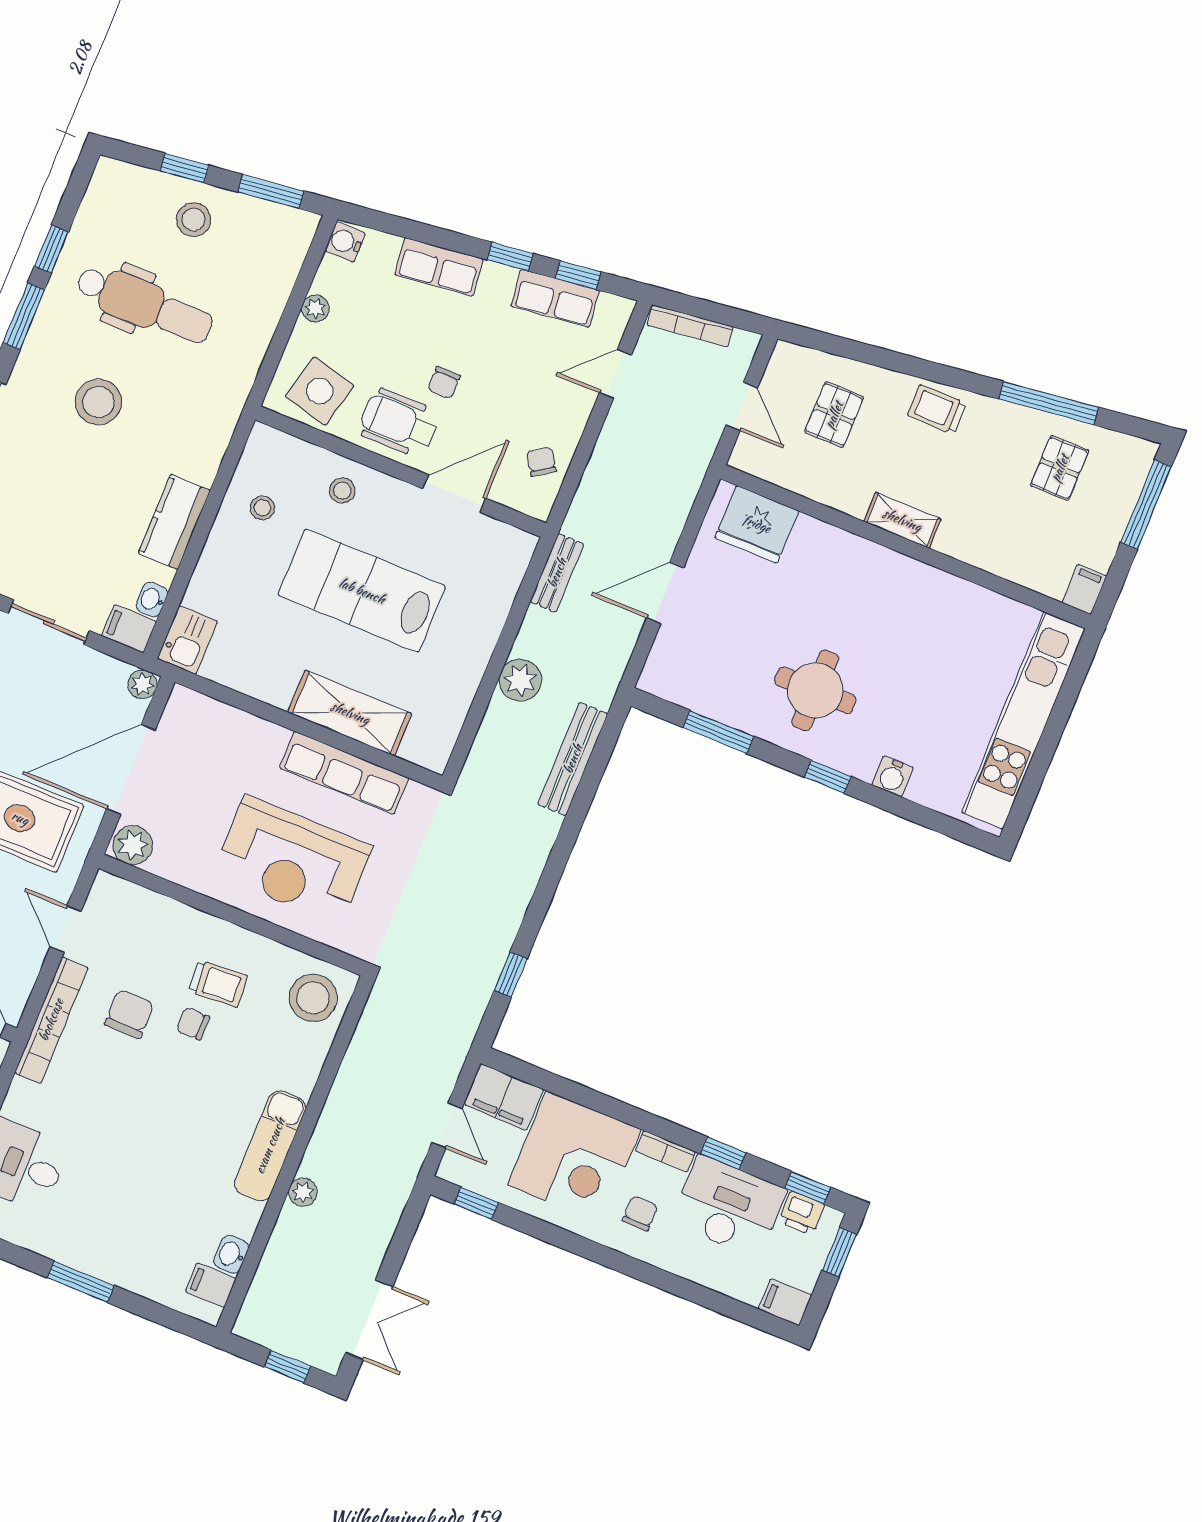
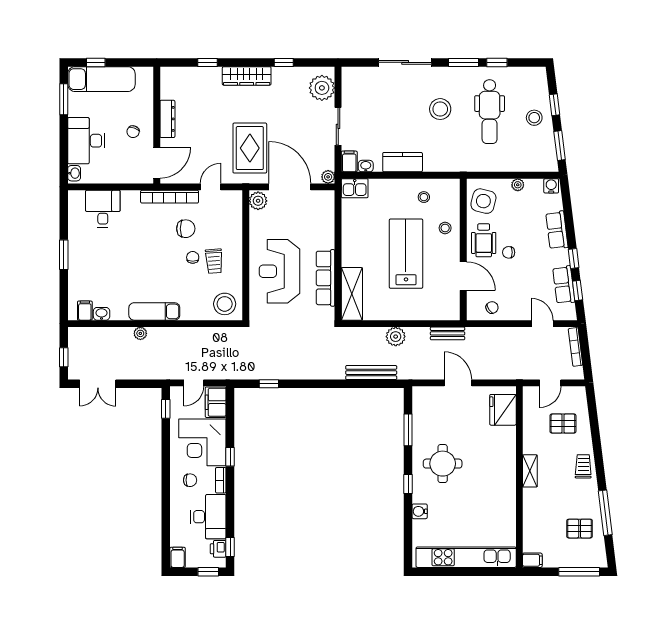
wheelchair: (399, 423) -> (484, 240), turned 180
shelving: (350, 713) -> (352, 294), moved
window: (723, 1153) -> (230, 457), moved

